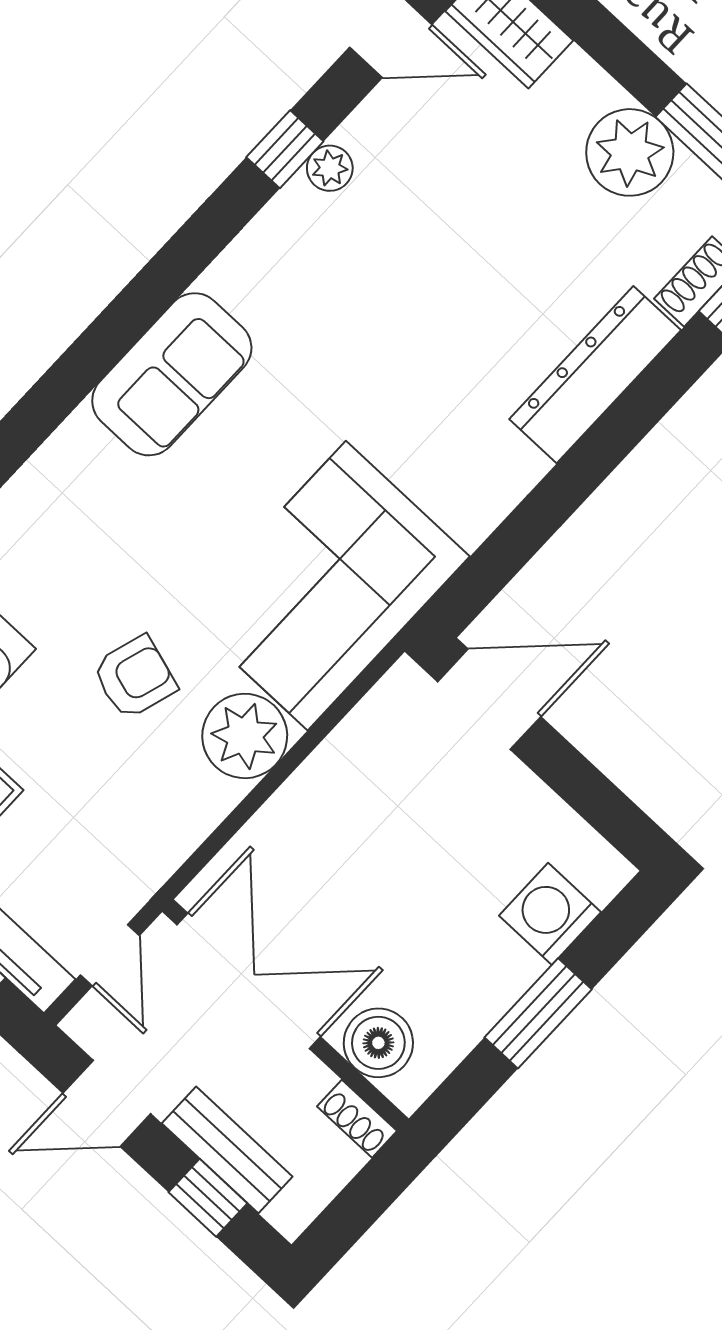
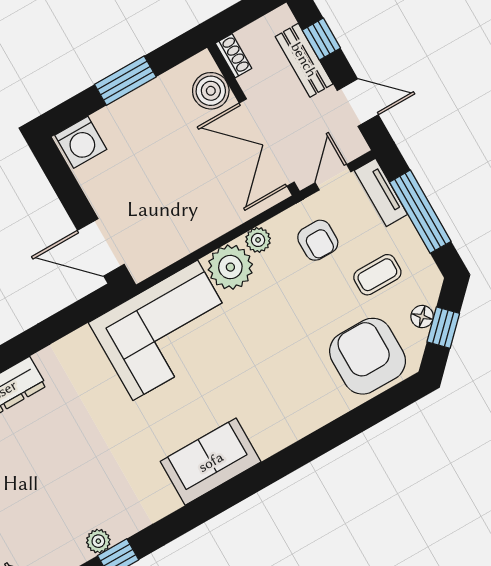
armchair: (135, 677) -> (318, 240), moved, turned -107
plant: (210, 800) -> (258, 240), added
washing machine: (550, 914) -> (81, 142), moved

